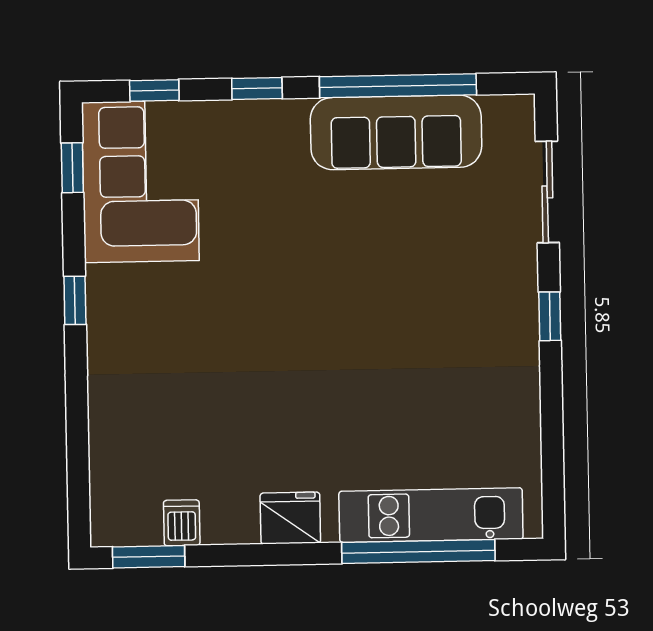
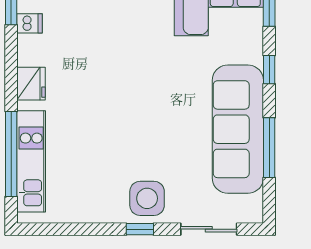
window: (398, 86) -> (269, 148), width x0.68
sofa: (396, 132) -> (238, 129), width x1.36, depth x1.27
side table: (494, 304) -> (147, 198), added

